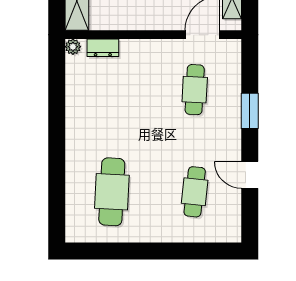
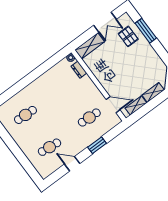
door: (250, 175) -> (72, 164), hinge flipped
cafe table: (112, 192) -> (25, 115), width x0.73, depth x0.74

